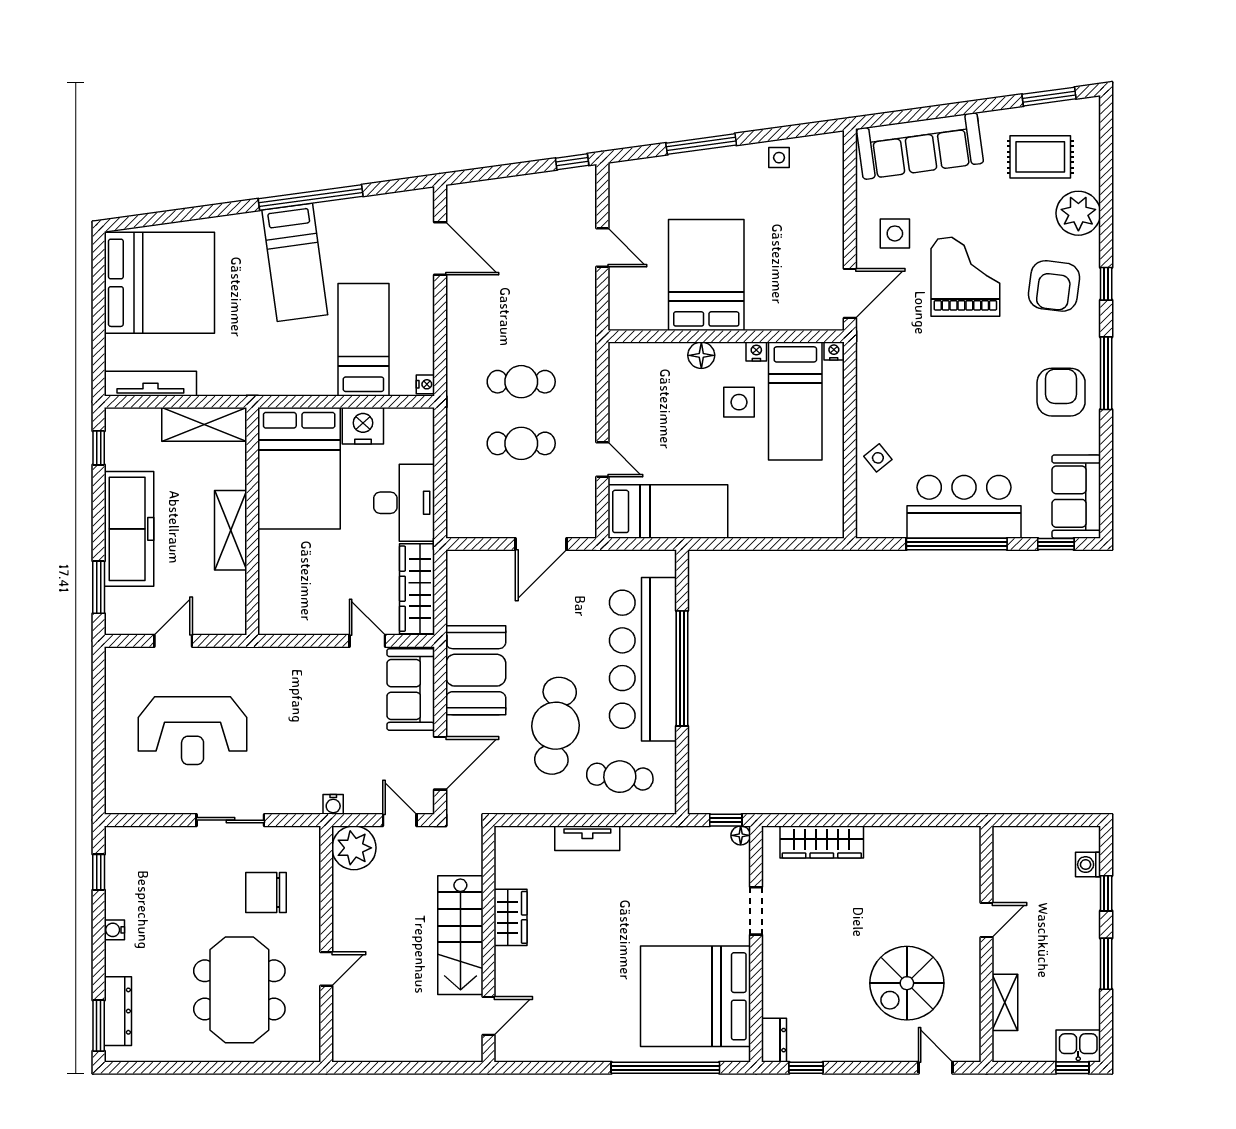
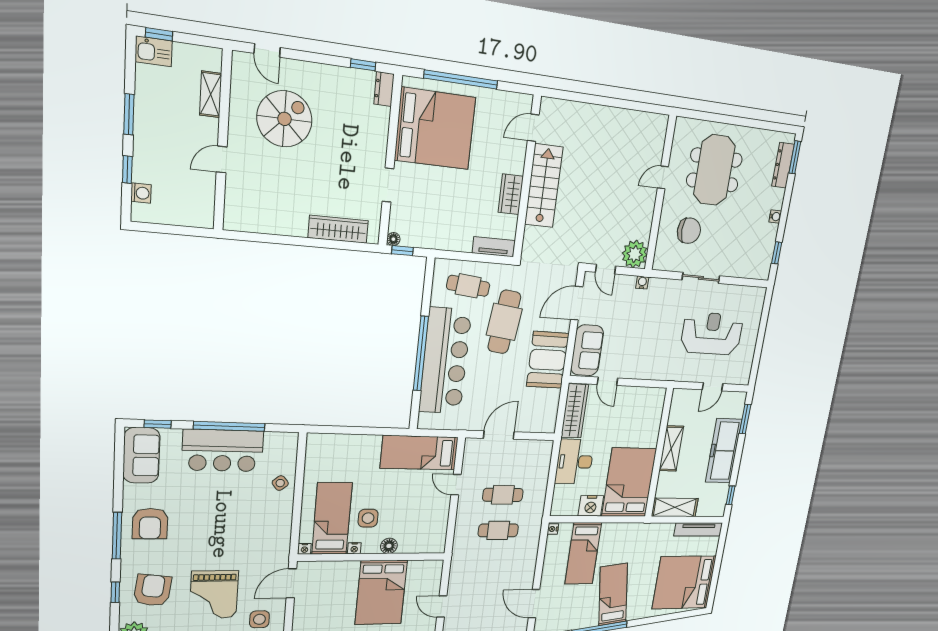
wardrobe: (511, 917) -> (511, 194), moved
stairs: (460, 935) -> (544, 186), moved
wall: (489, 944) -> (527, 178), moved
door: (489, 1016) -> (533, 128), moved

